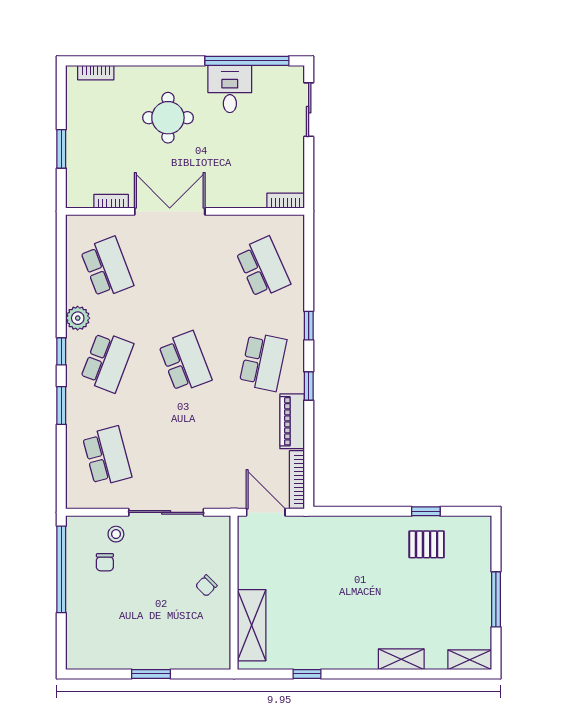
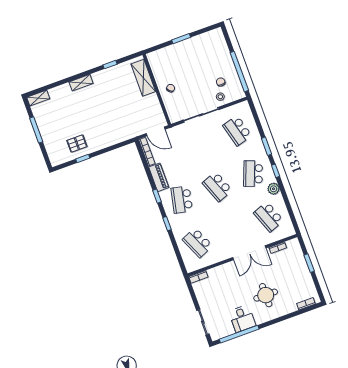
shelving: (401, 659) -> (81, 83), moved

